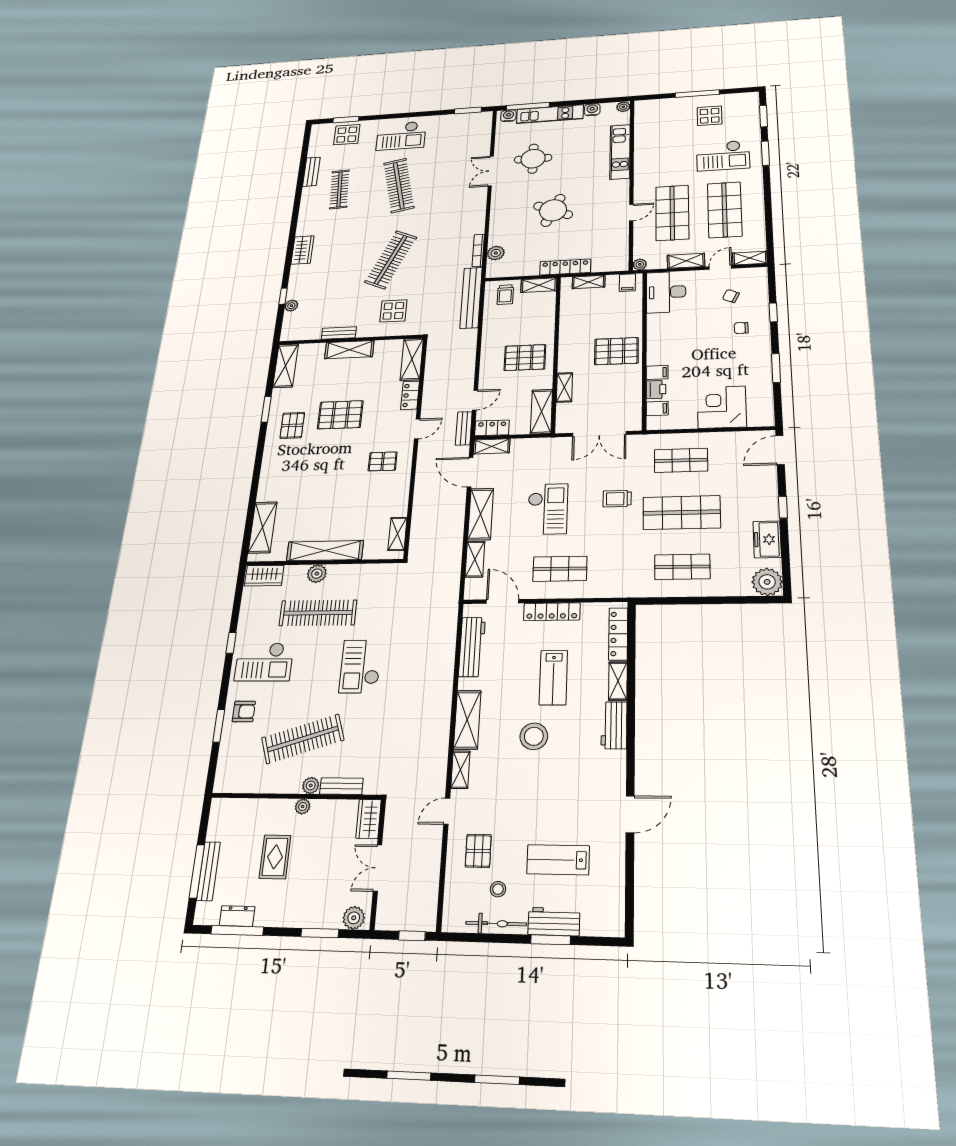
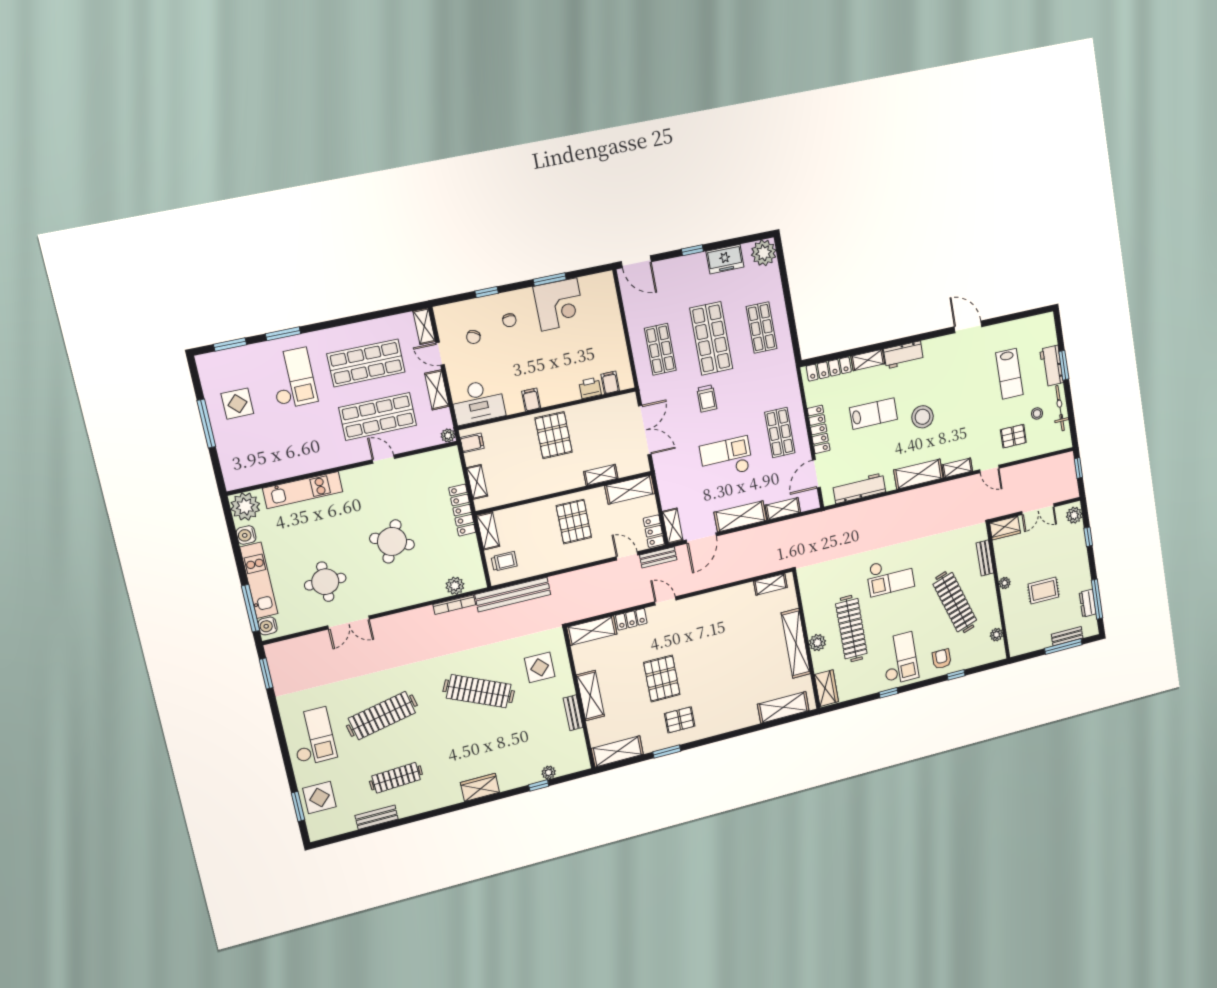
plant: (623, 107) -> (245, 506), width x1.87, depth x1.87
filing cabinet: (657, 372) -> (531, 400), moved
corner desk: (722, 407) -> (559, 304), moved, turned -90
pallet: (383, 461) -> (703, 622), removed
window: (219, 726) -> (956, 675), width x0.67
plant: (311, 785) -> (996, 635), moved
bench: (208, 871) -> (1067, 636), width x0.73
window: (320, 933) -> (1088, 537), width x0.67

